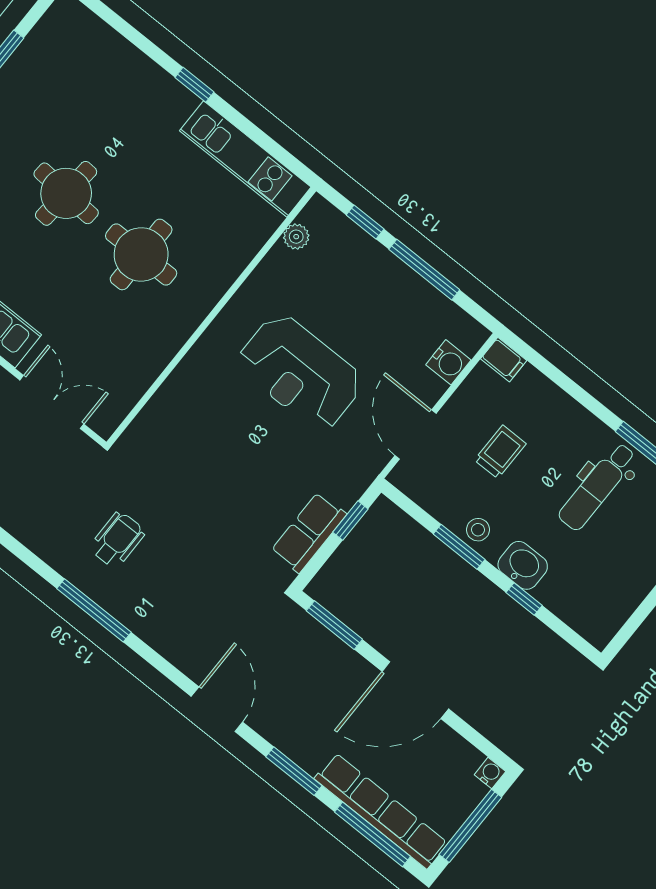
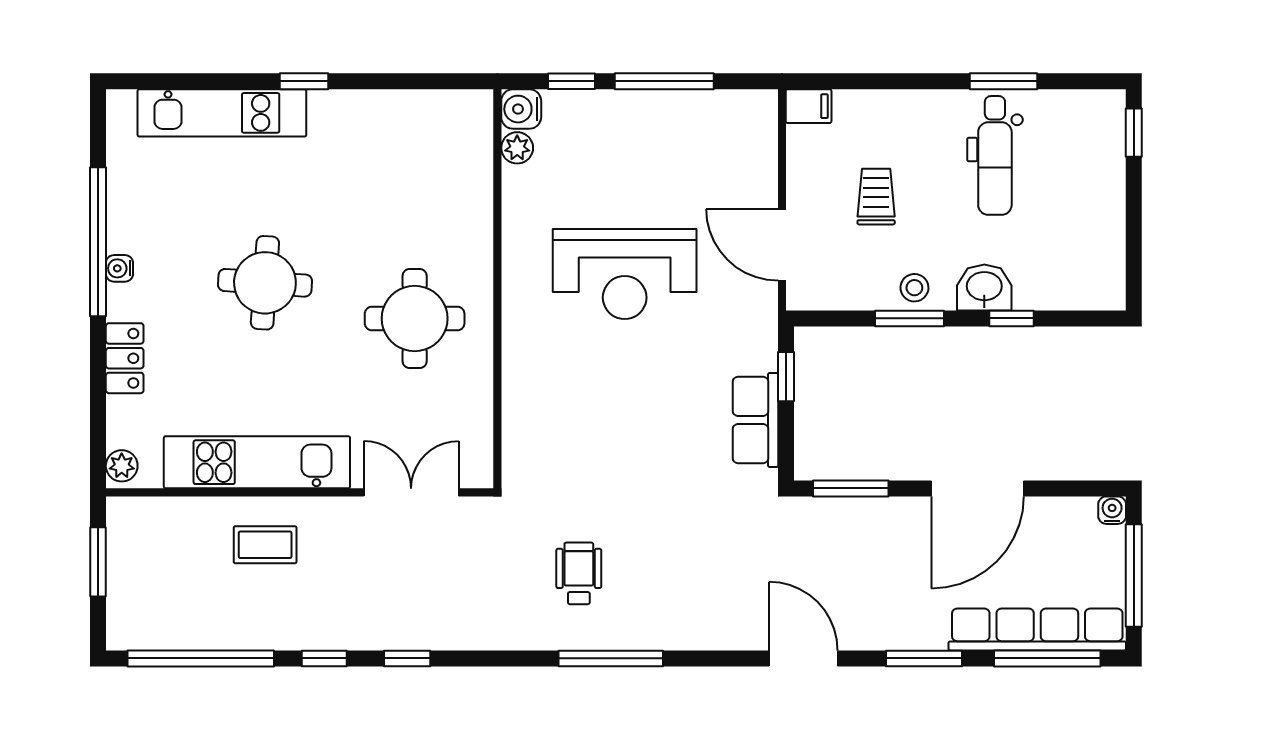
kitchen unit: (245, 159) -> (222, 113), moved
round table: (141, 254) -> (415, 319), moved
water cooler: (448, 362) -> (521, 109), moved, turned 180

